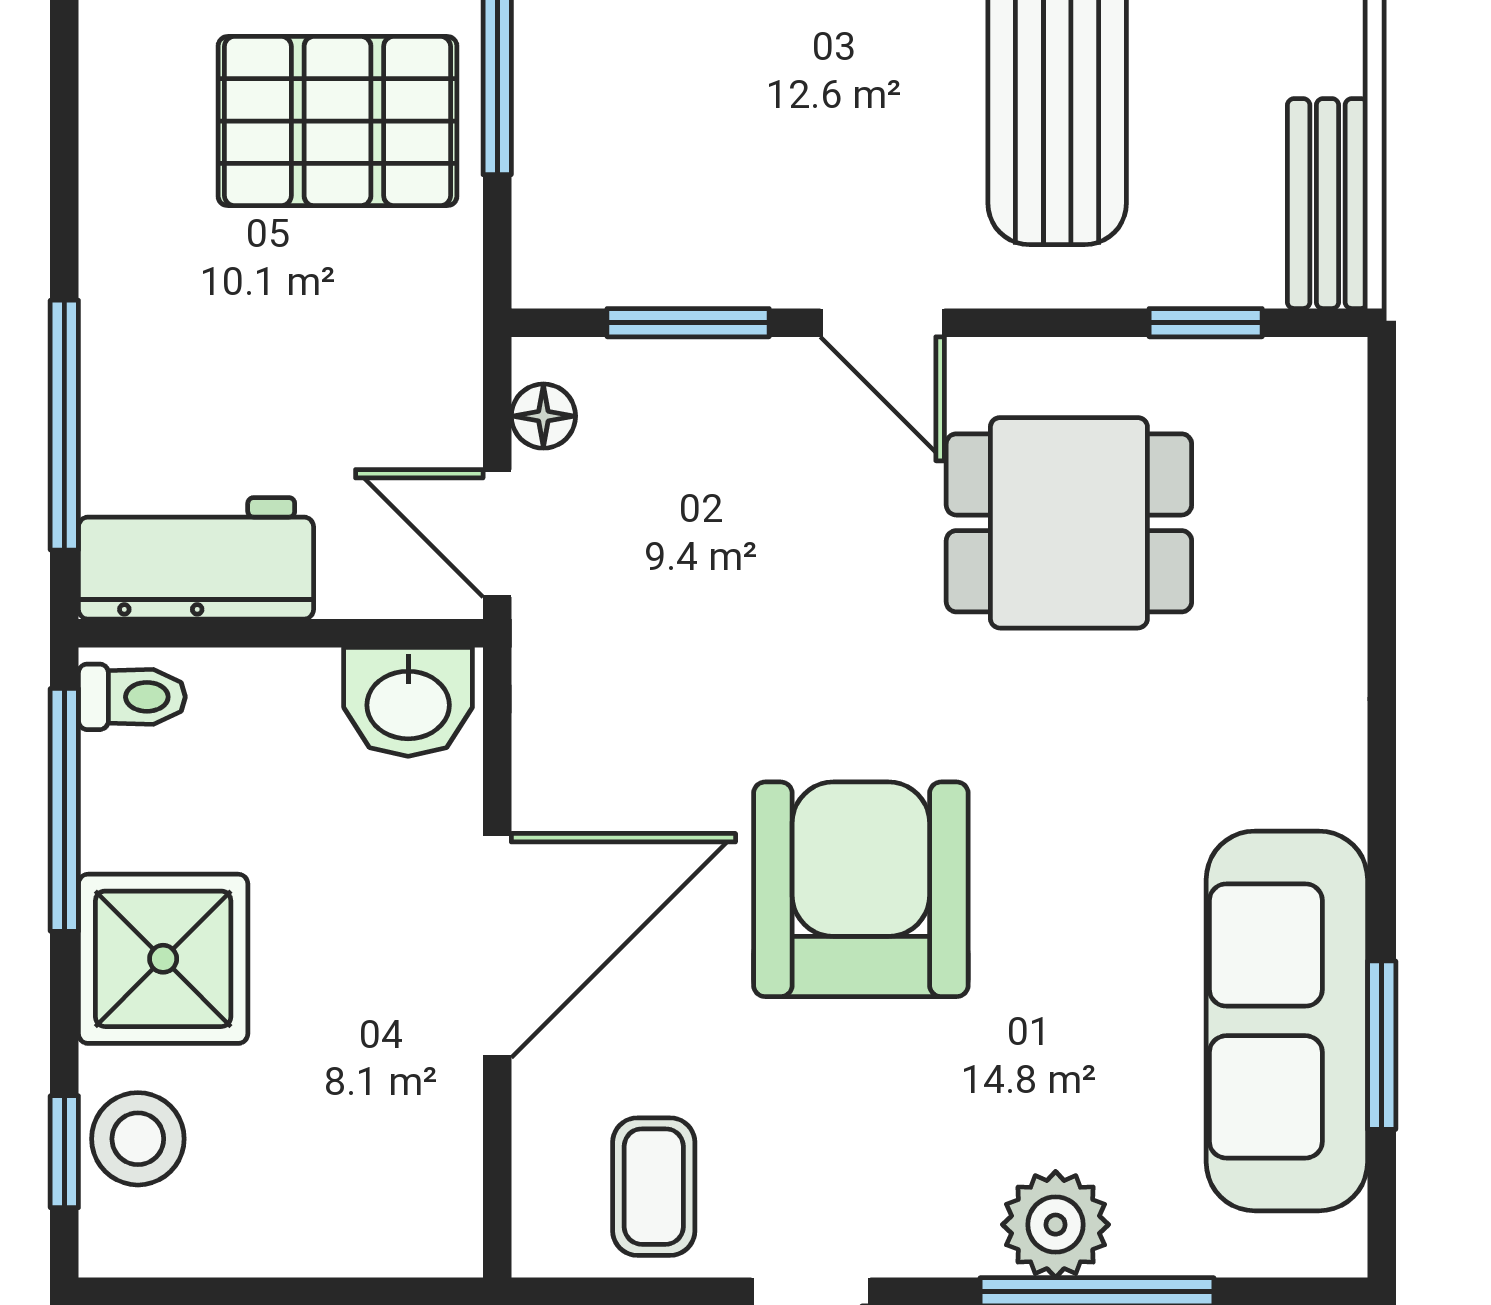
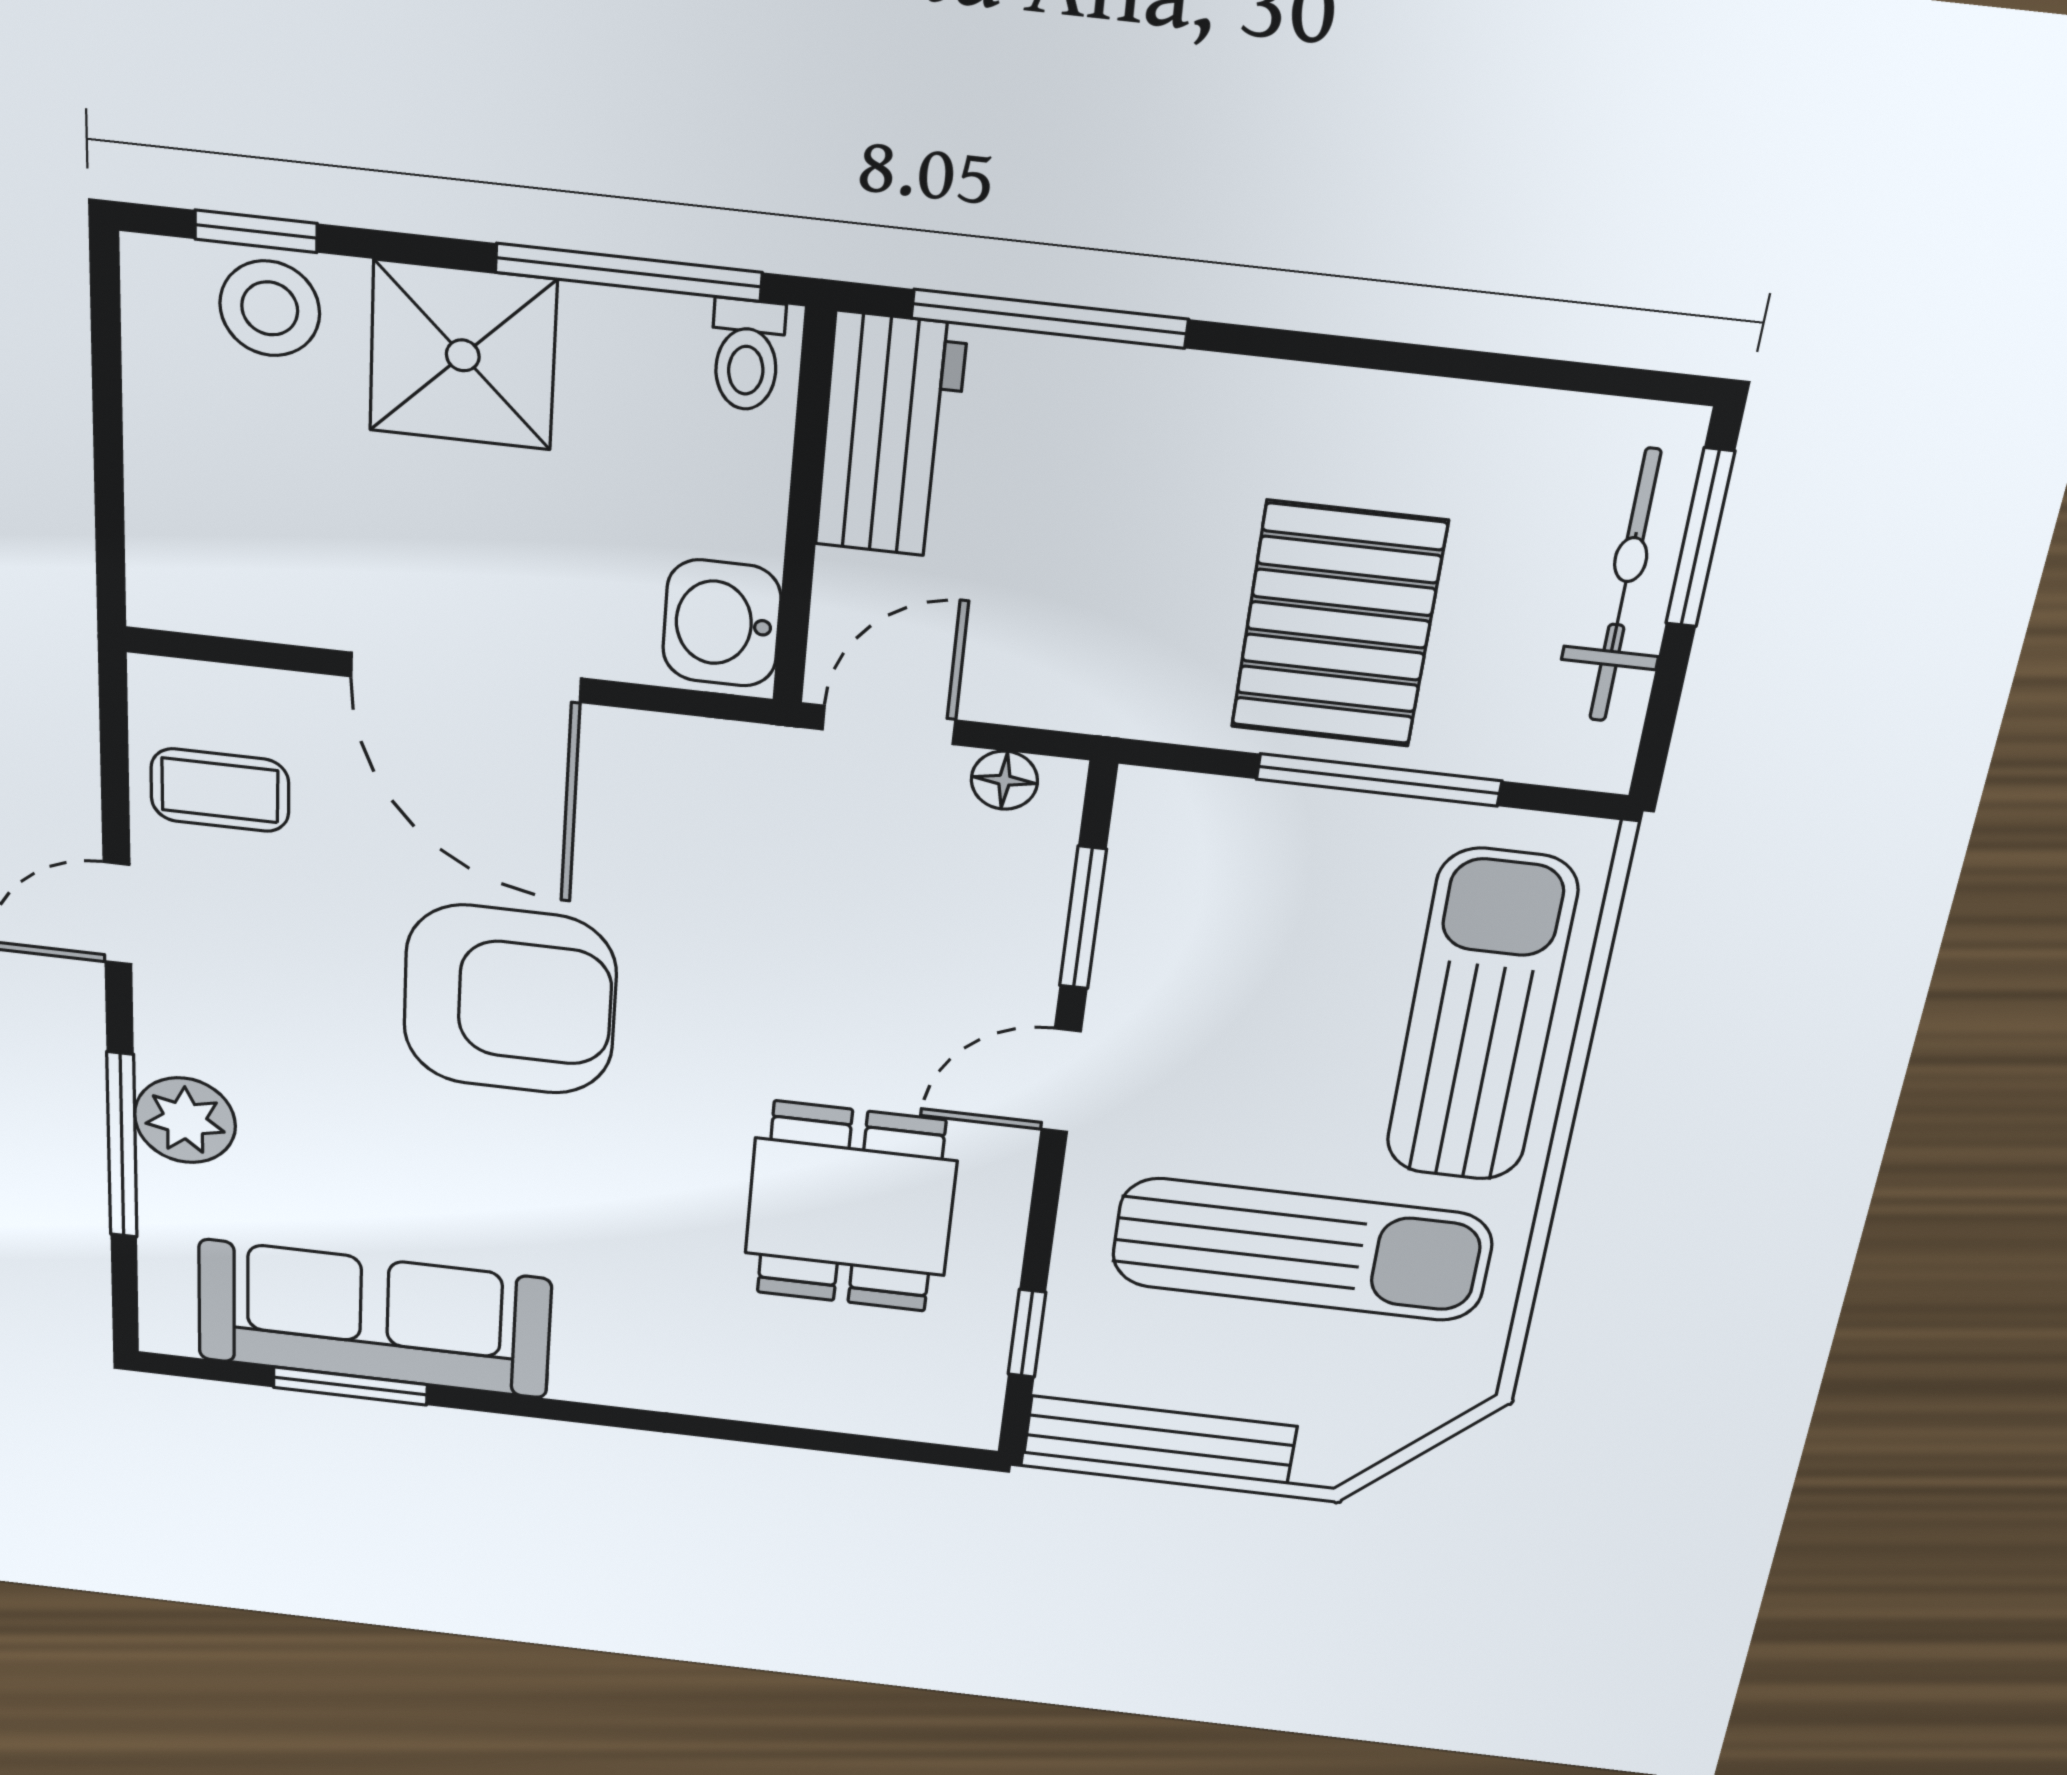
bench: (1327, 204) -> (1160, 1440), width x1.36

